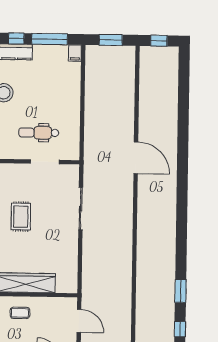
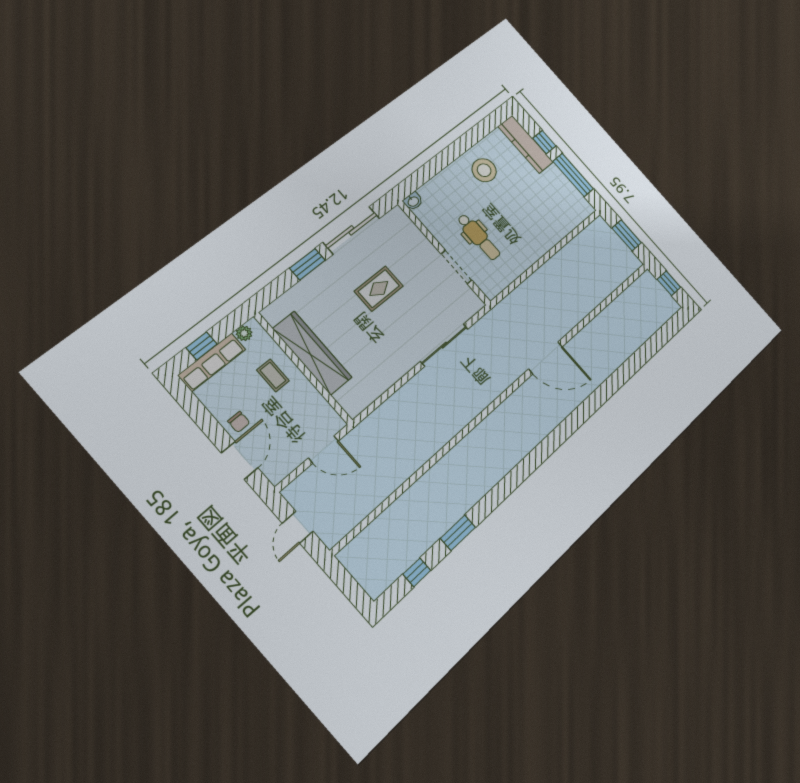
filing cabinet: (75, 53) -> (584, 210), removed
dental chair: (39, 133) -> (479, 237), turned 180
door: (136, 158) -> (546, 358), hinge flipped
door: (79, 321) -> (323, 449), hinge flipped

